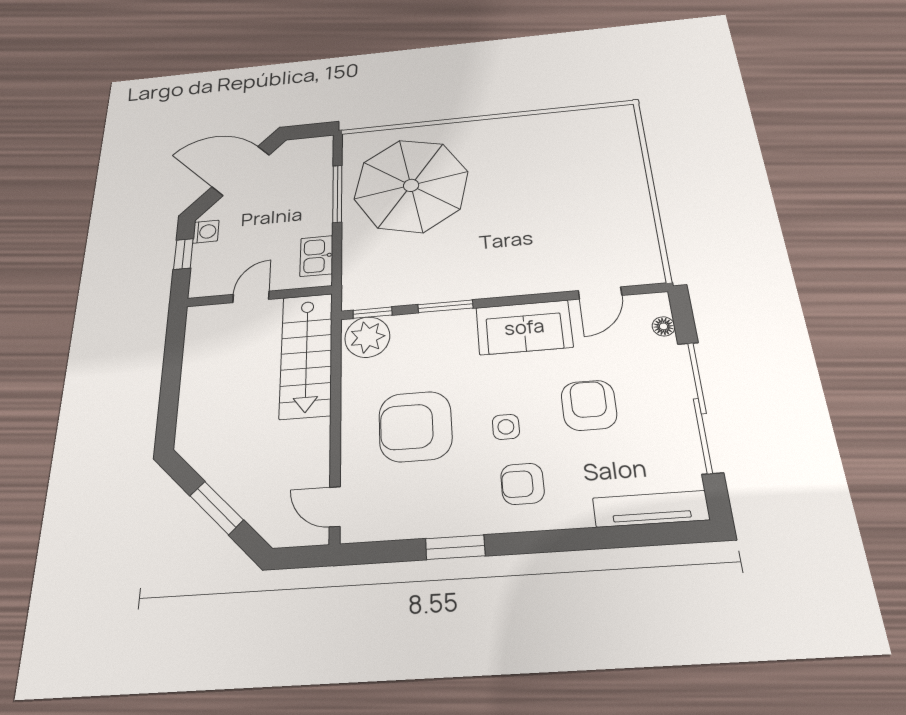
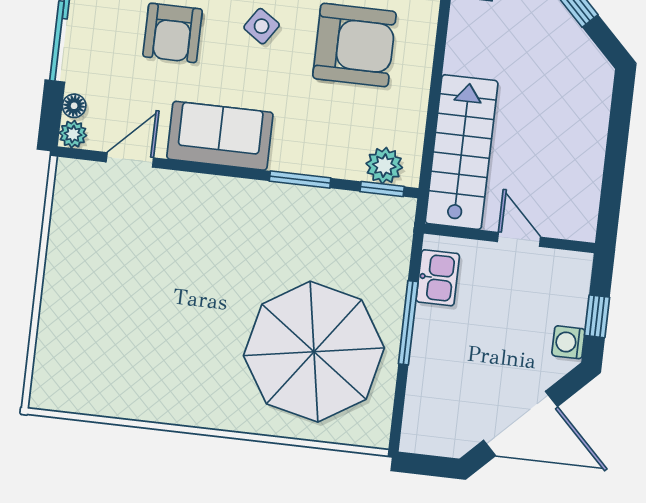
window: (337, 194) -> (408, 323), moved
door: (251, 297) -> (519, 239), swing flipped
plant: (657, 303) -> (73, 134), added
plant: (367, 337) -> (384, 166), width x0.73, depth x0.73
side table: (506, 427) -> (262, 26), turned 34

